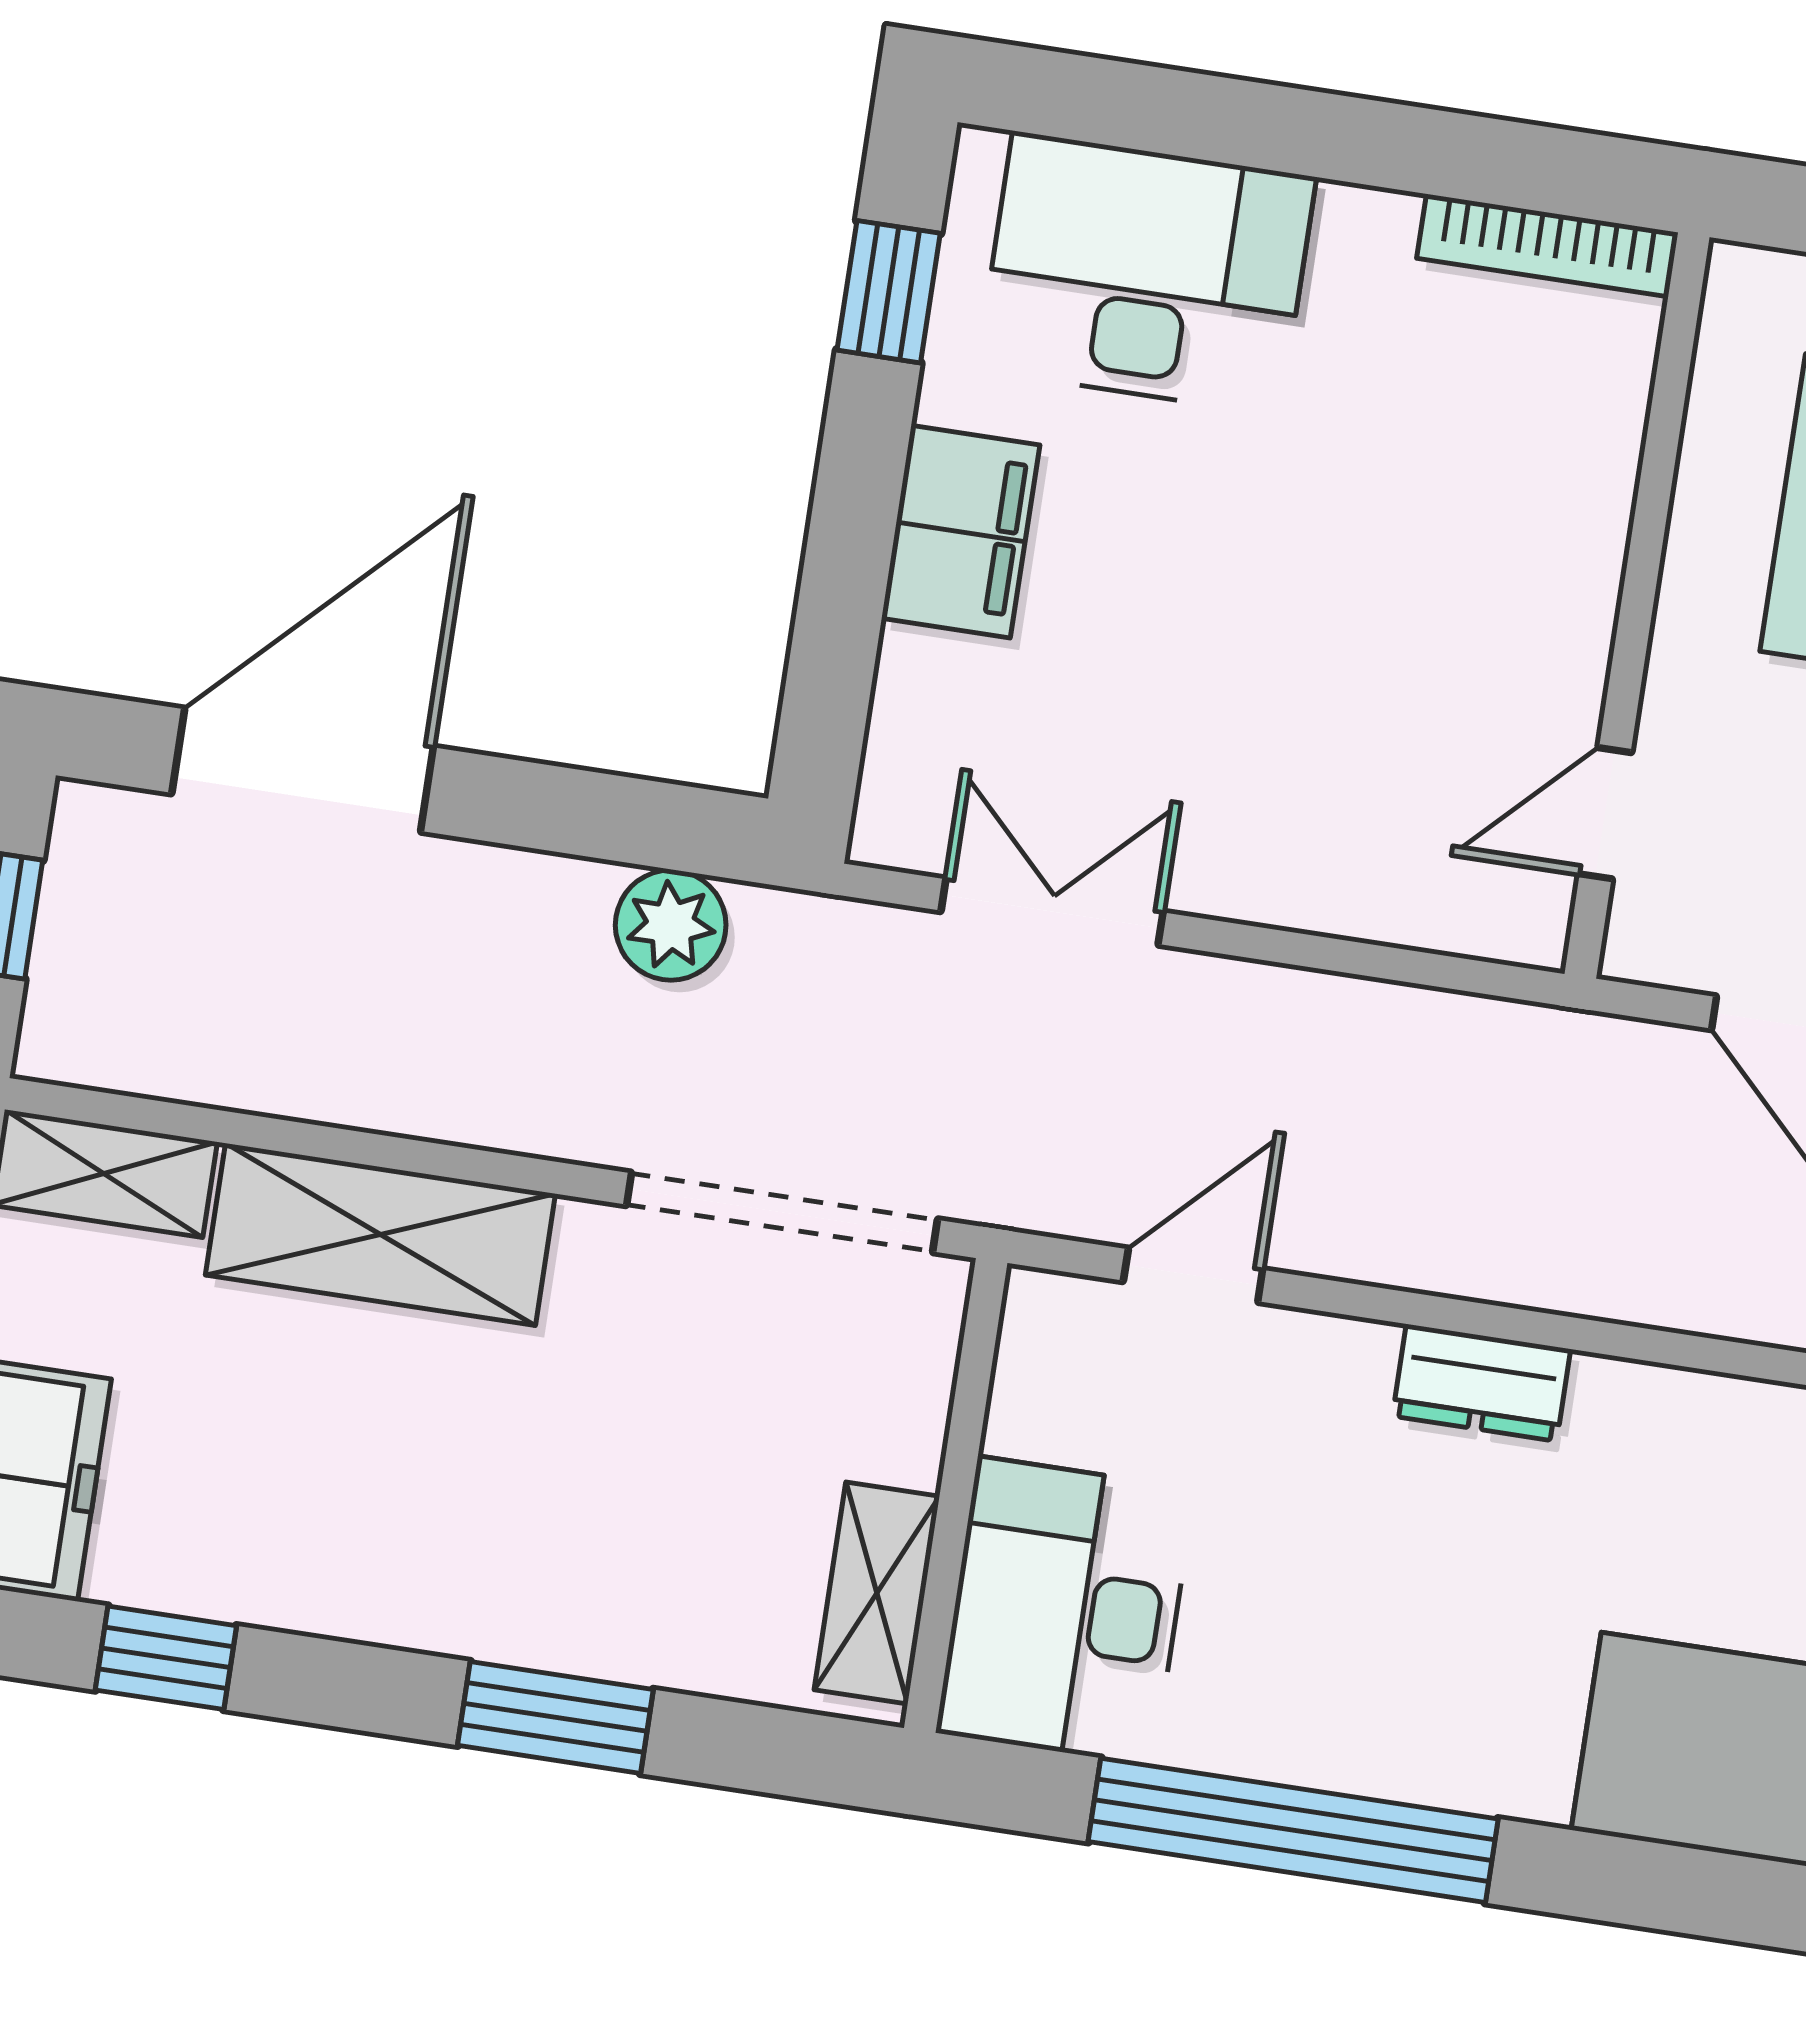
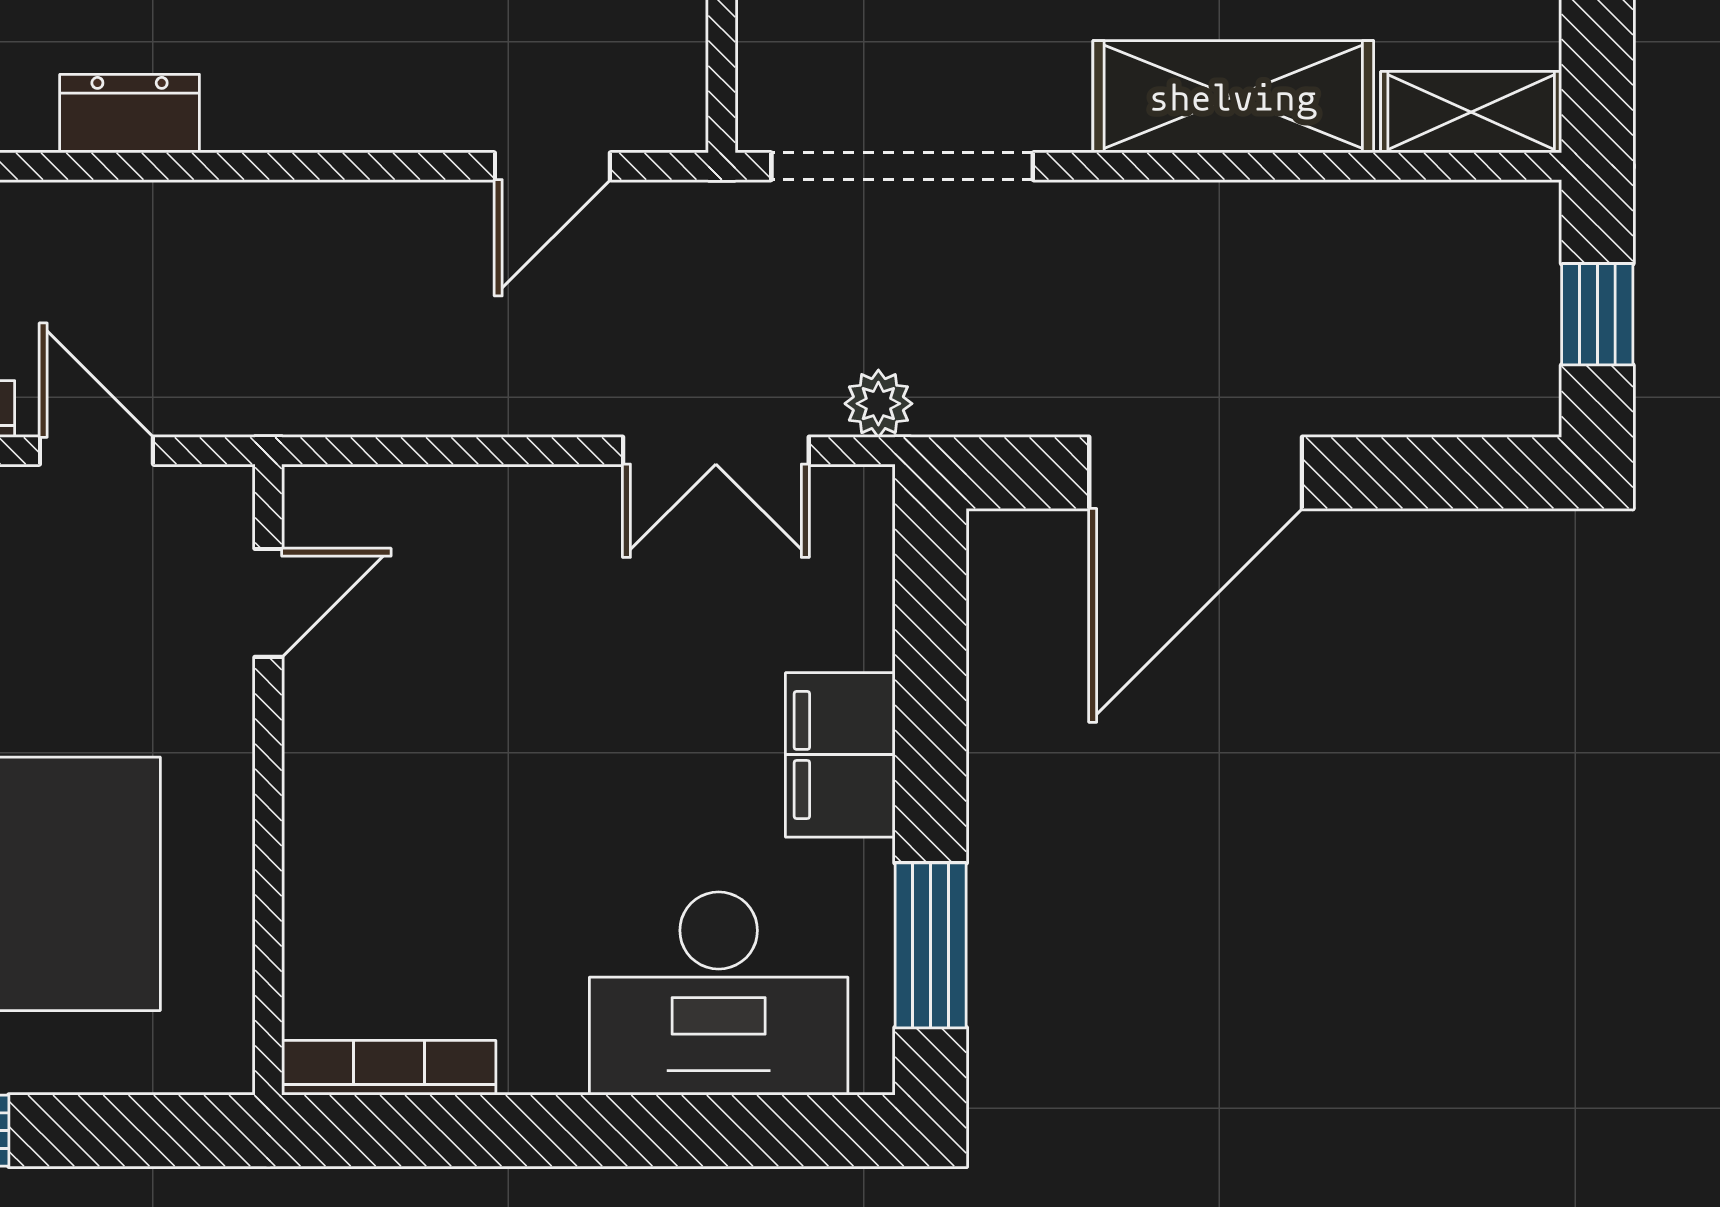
window: (889, 292) -> (931, 945), width x1.50
door: (303, 770) -> (1196, 473), moved
plant: (671, 925) -> (878, 404), moved, width x0.73, depth x0.73
dresser: (1481, 1383) -> (130, 114), moved

